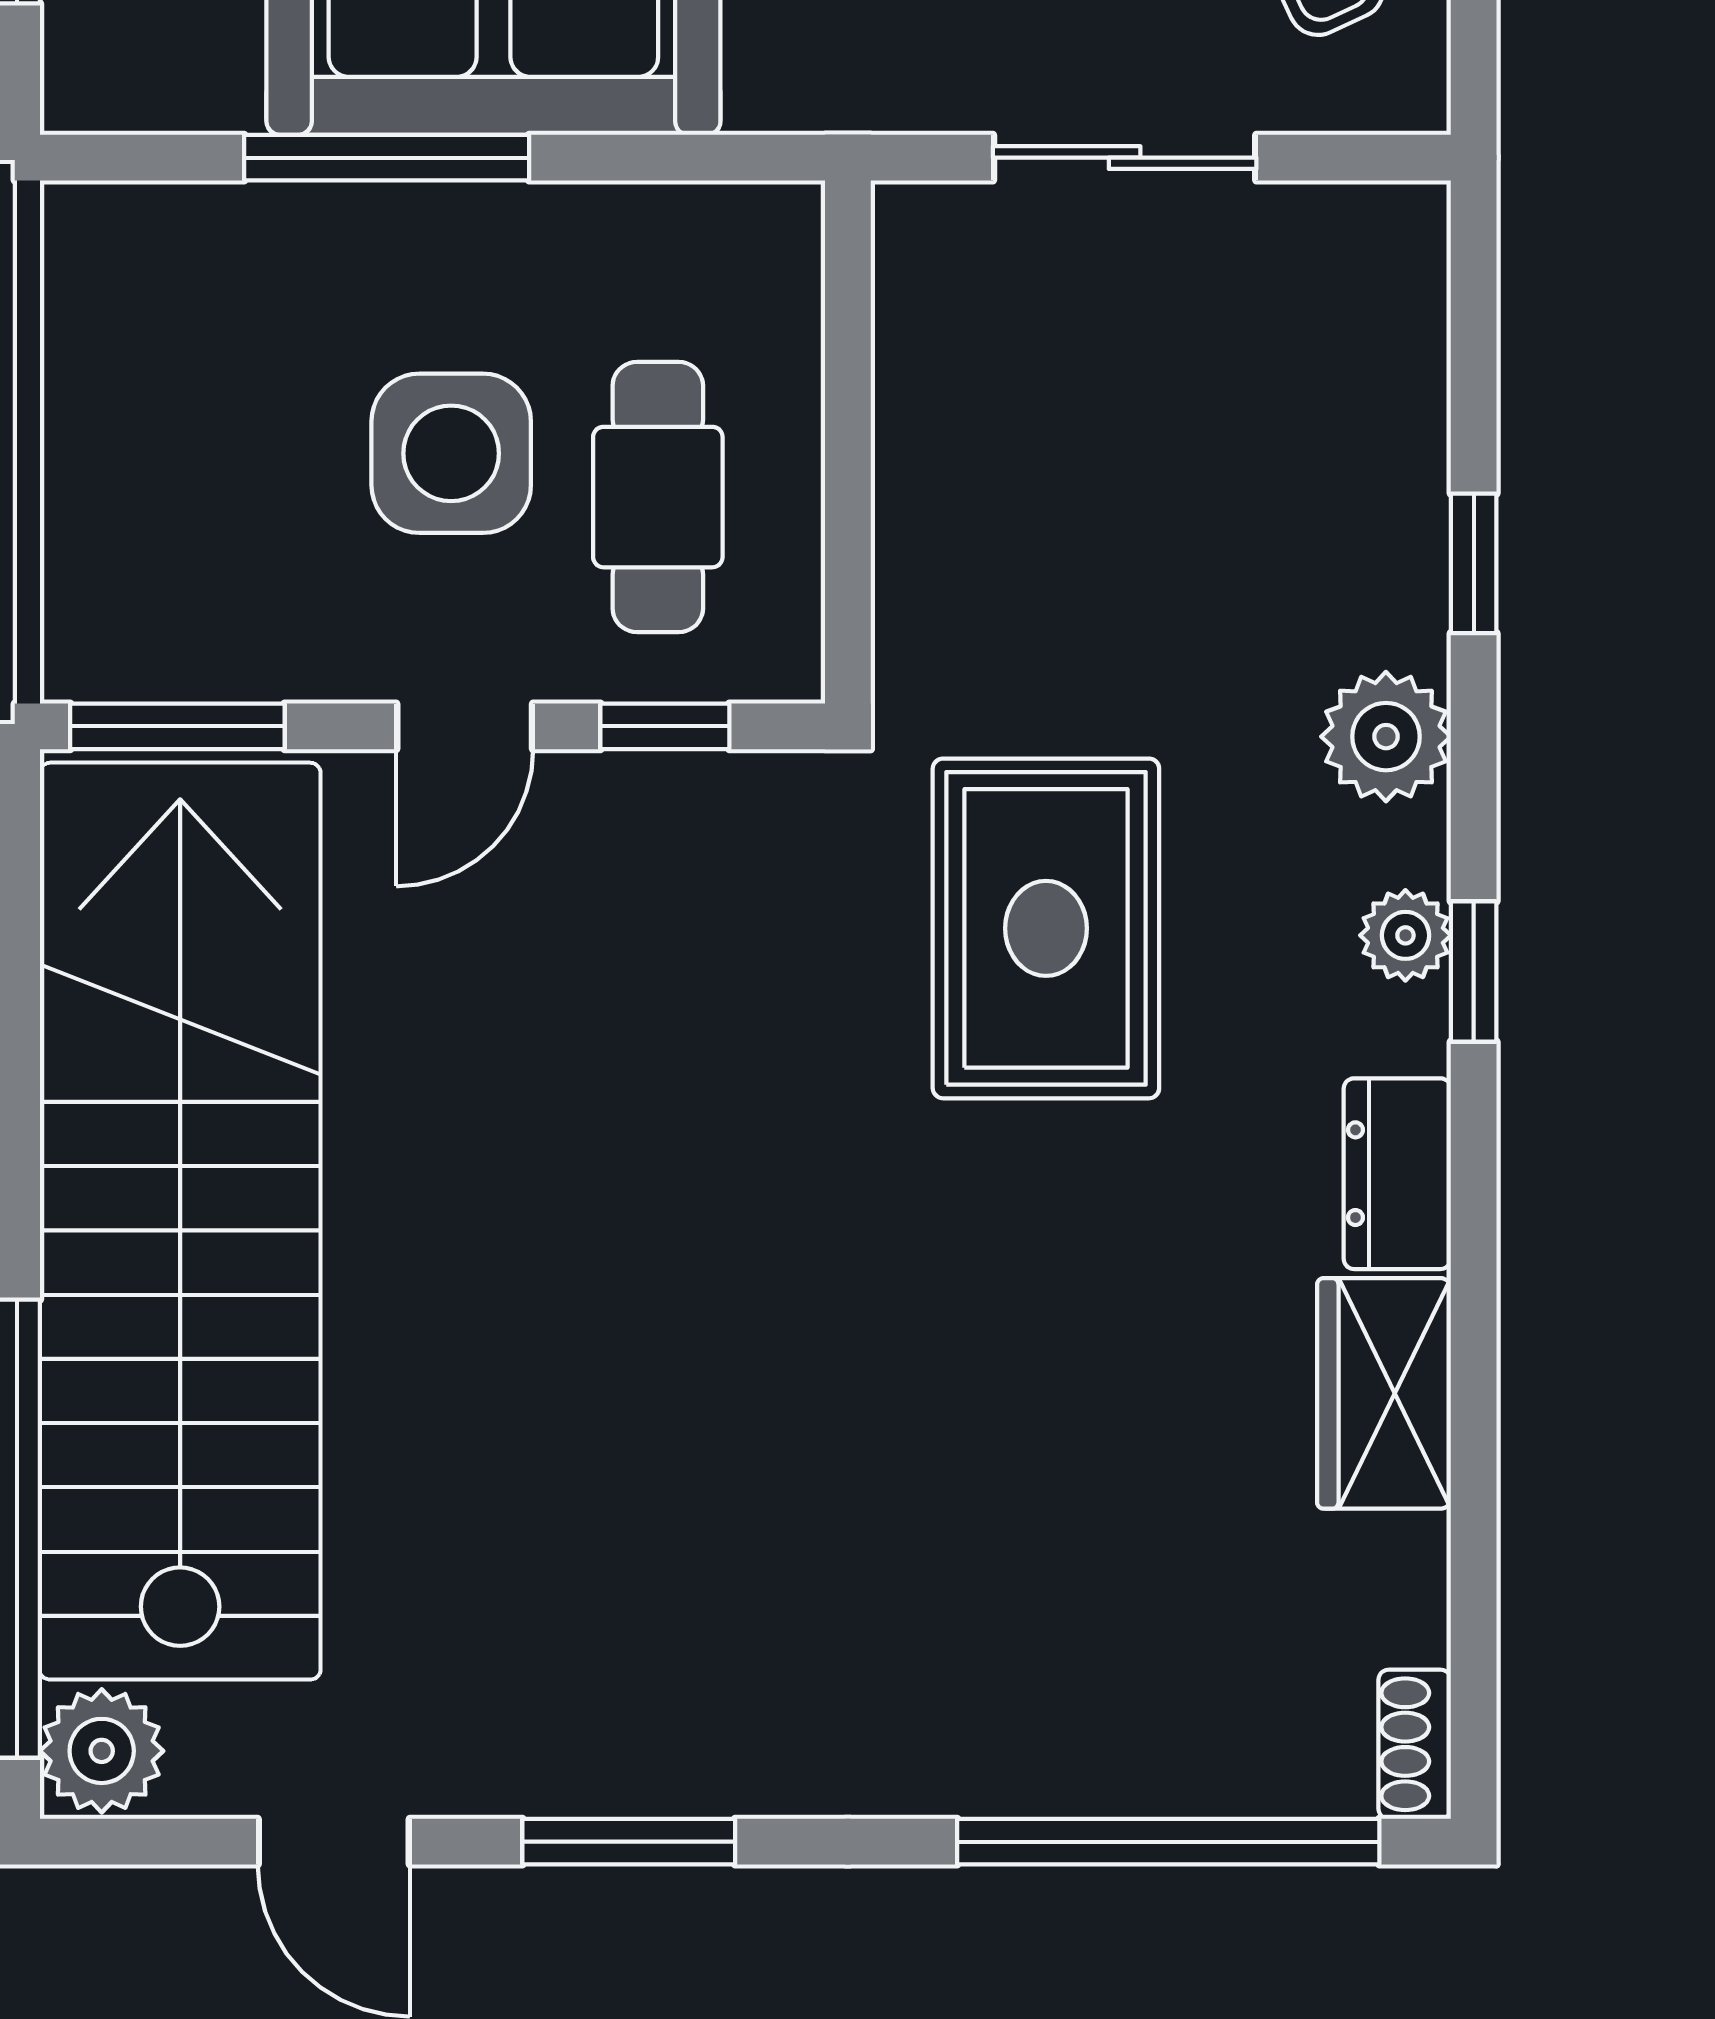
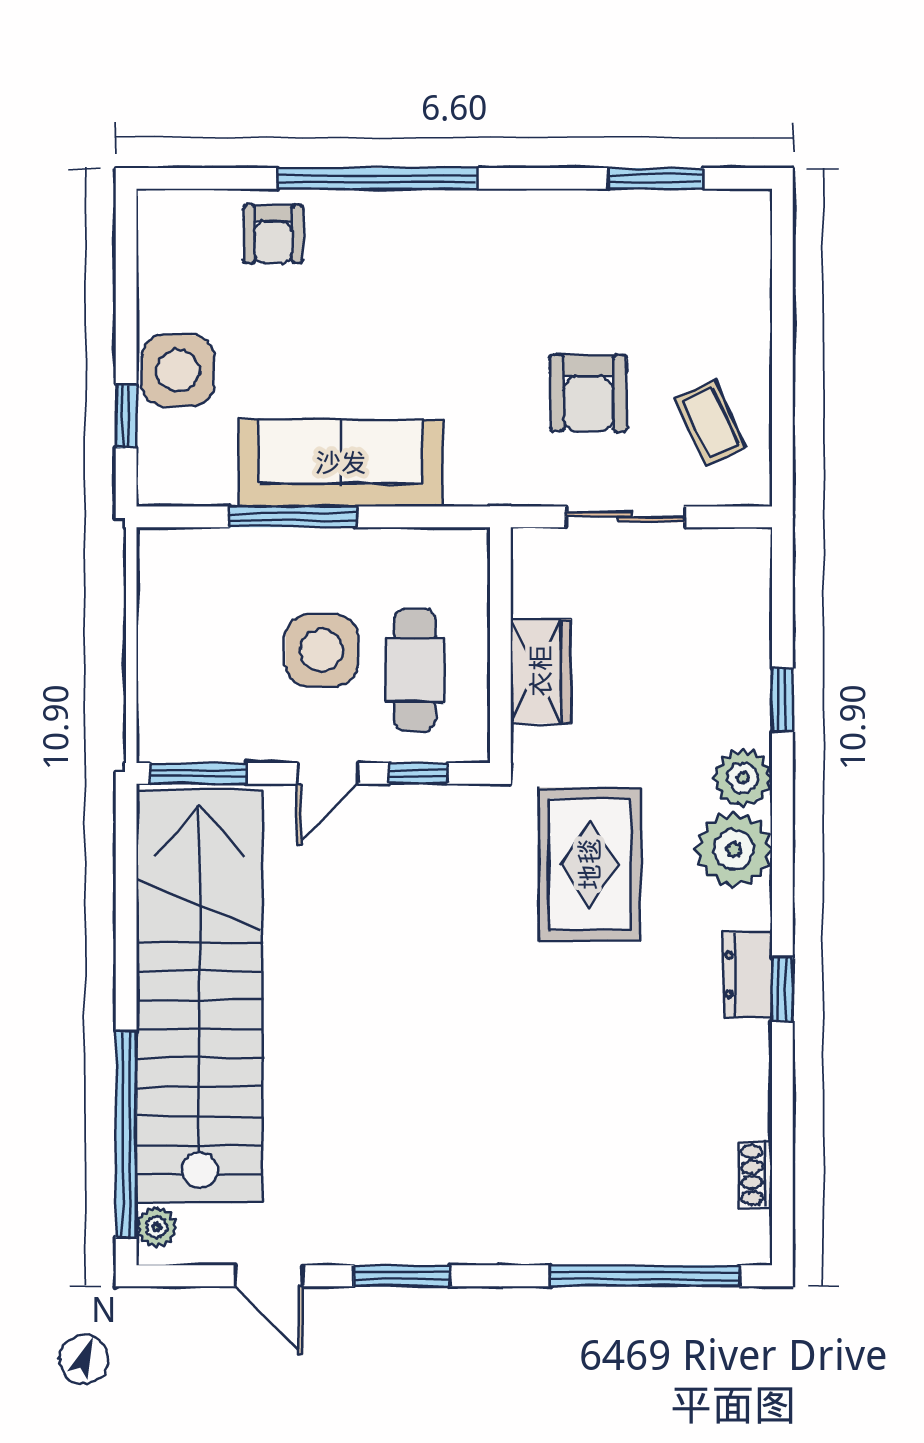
plant: (1405, 935) -> (734, 849), width x1.87, depth x1.87
window: (1474, 972) -> (782, 989), moved
wardrobe: (1384, 1393) -> (541, 671), moved, turned 180
shoe rack: (1415, 1744) -> (756, 1175), moved
plant: (102, 1751) -> (157, 1227), width x0.73, depth x0.73

